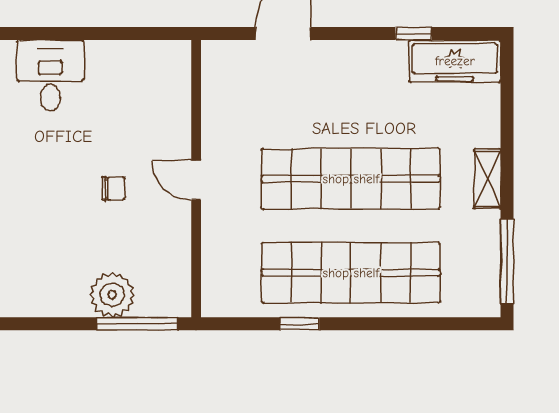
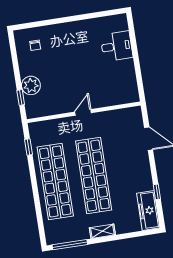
chair: (113, 189) -> (35, 45), moved
window: (137, 324) -> (21, 98), width x0.46
window: (300, 324) -> (28, 147), moved

